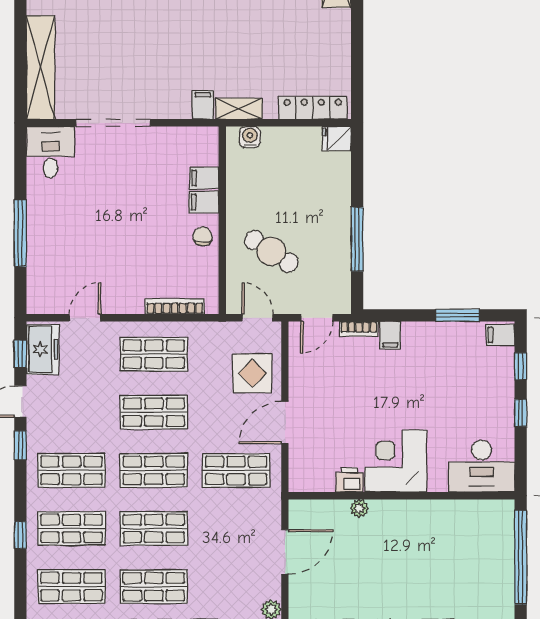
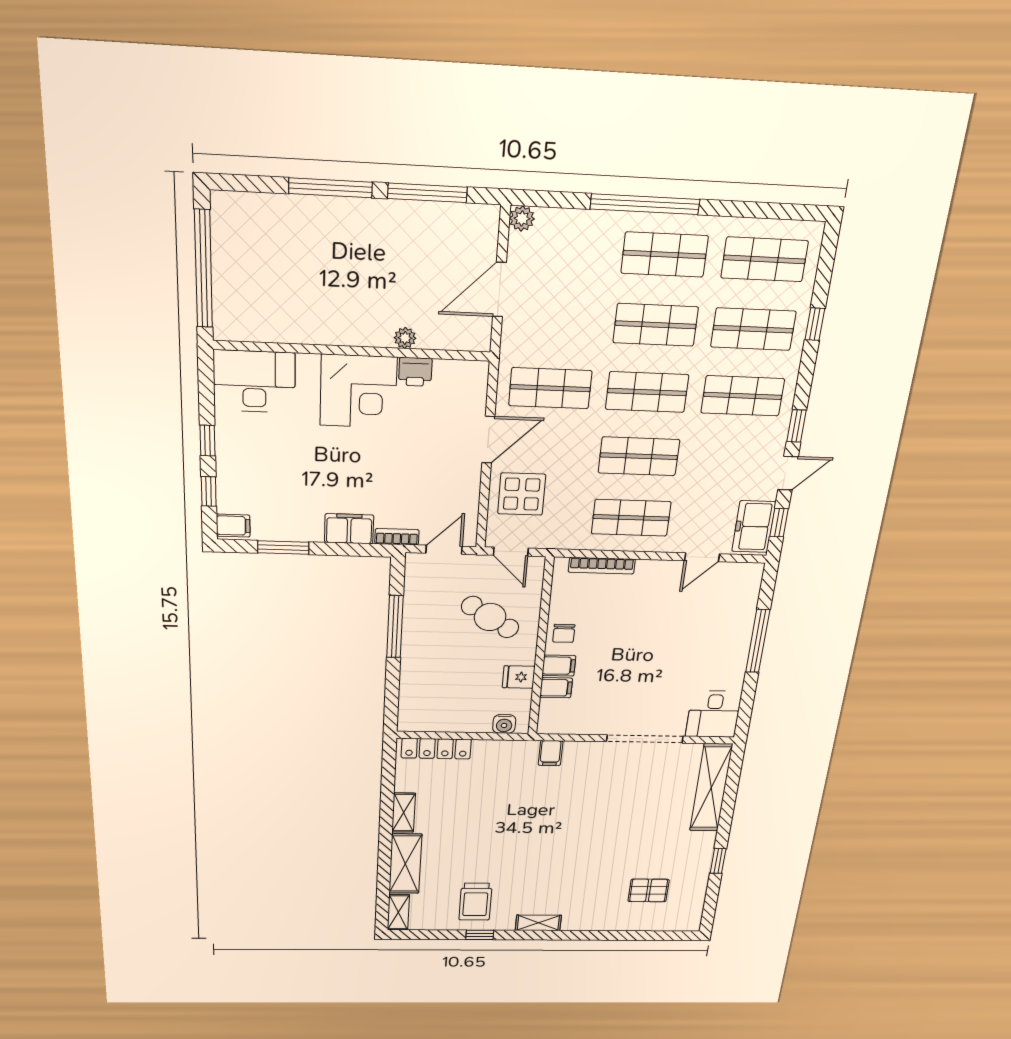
shelving: (239, 109) -> (404, 813), moved, turned 90
fridge: (337, 138) -> (519, 677), moved, turned 180
filing cabinet: (390, 335) -> (349, 529), width x2.00

